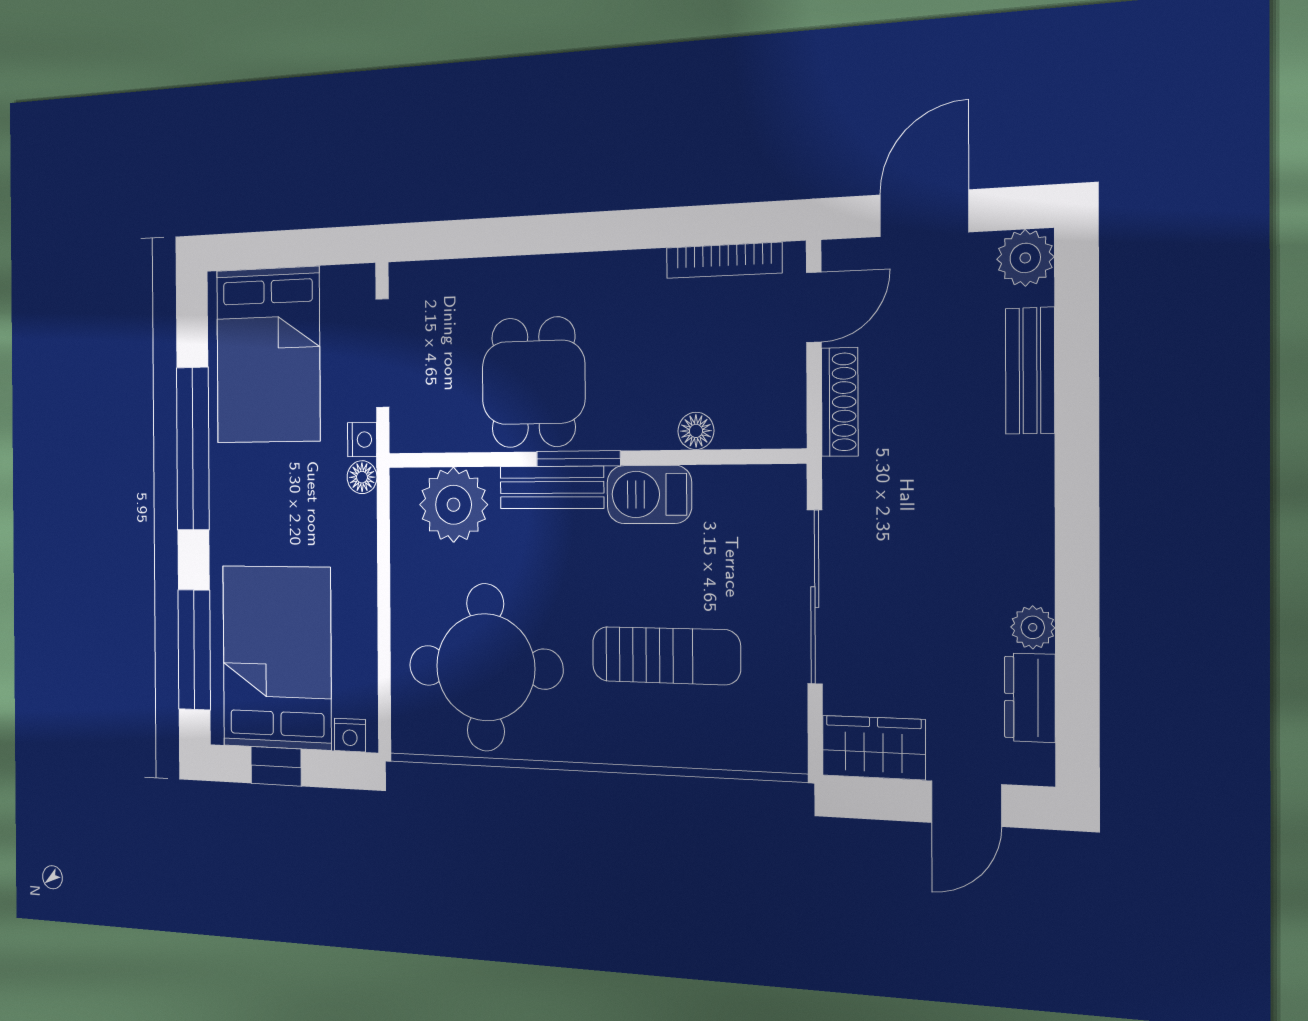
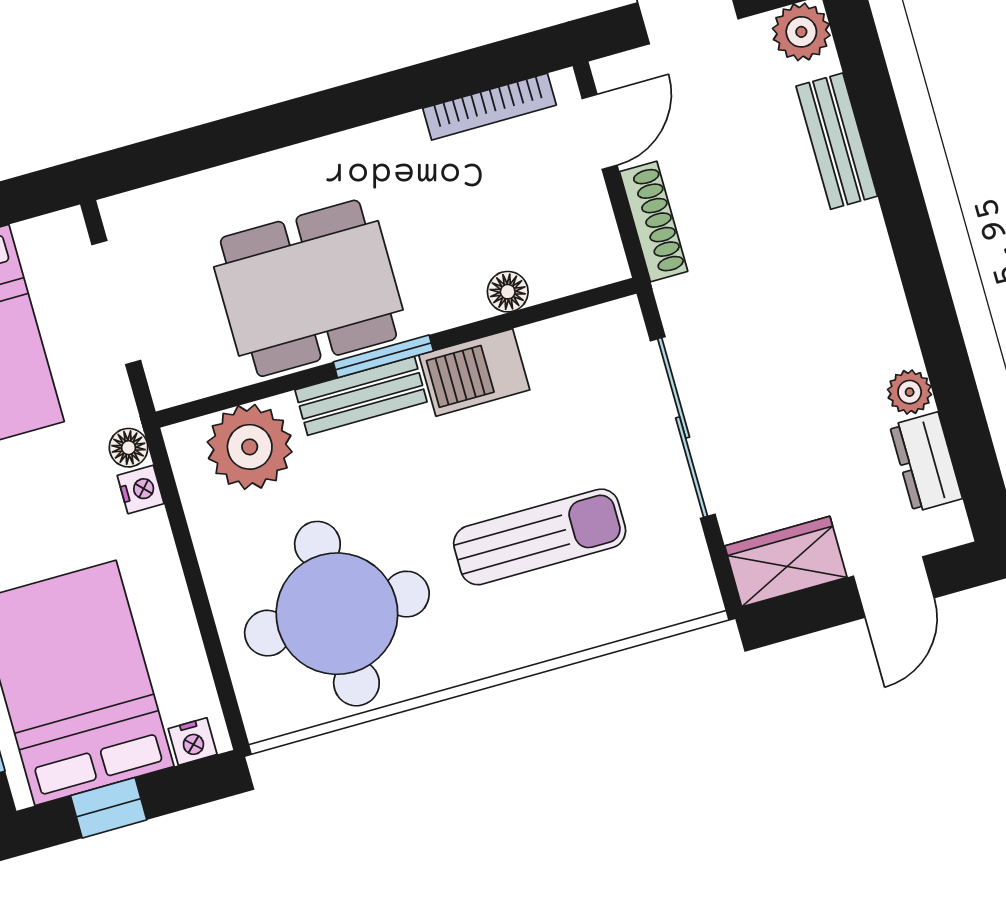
dining table: (533, 382) -> (308, 288), width x1.37
nightstand: (362, 440) -> (141, 489), moved

